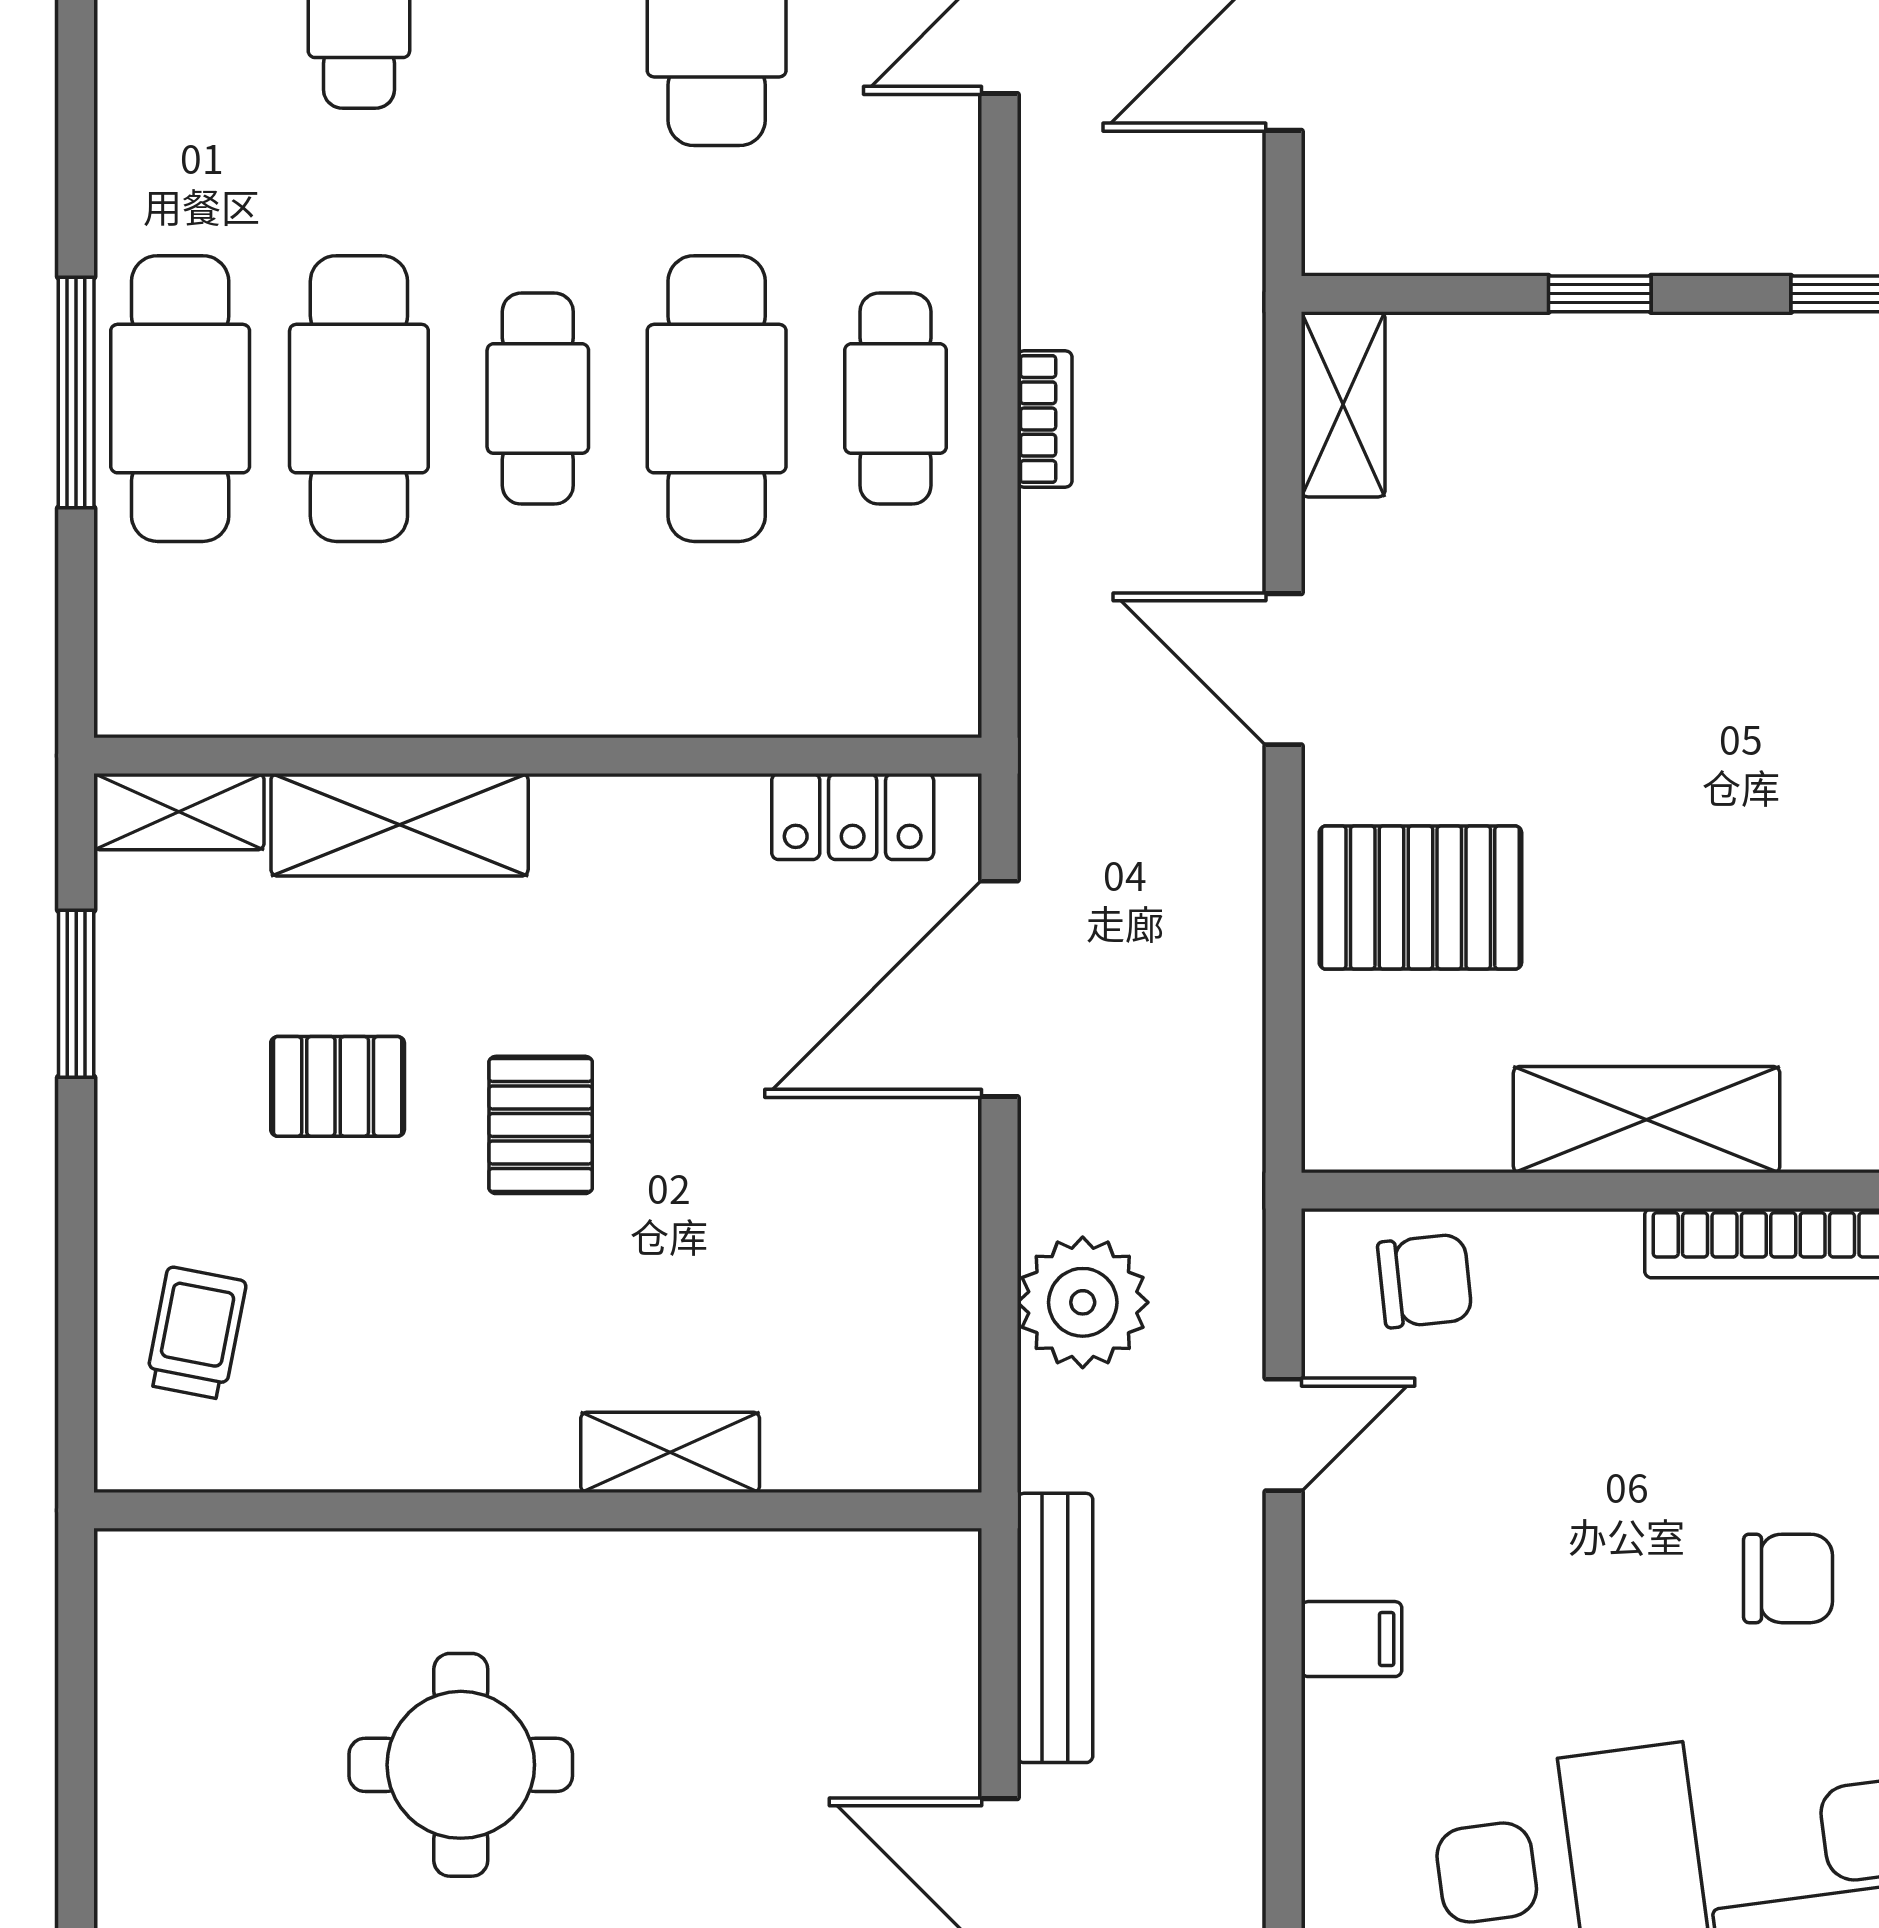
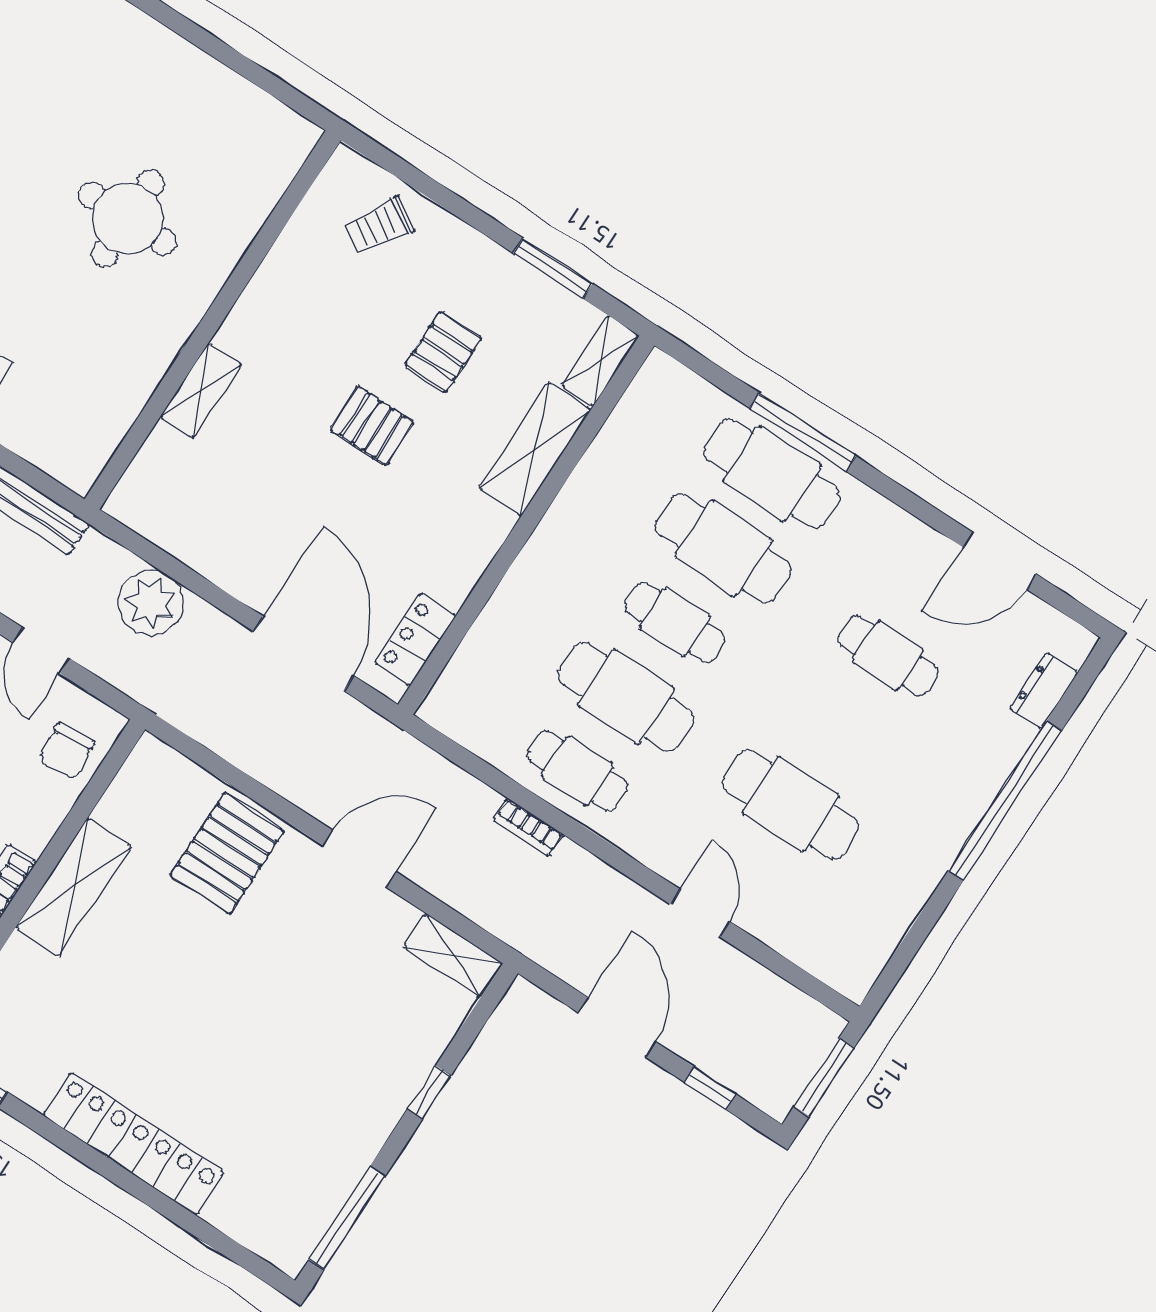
trolley: (196, 1333) -> (379, 226), turned 110

